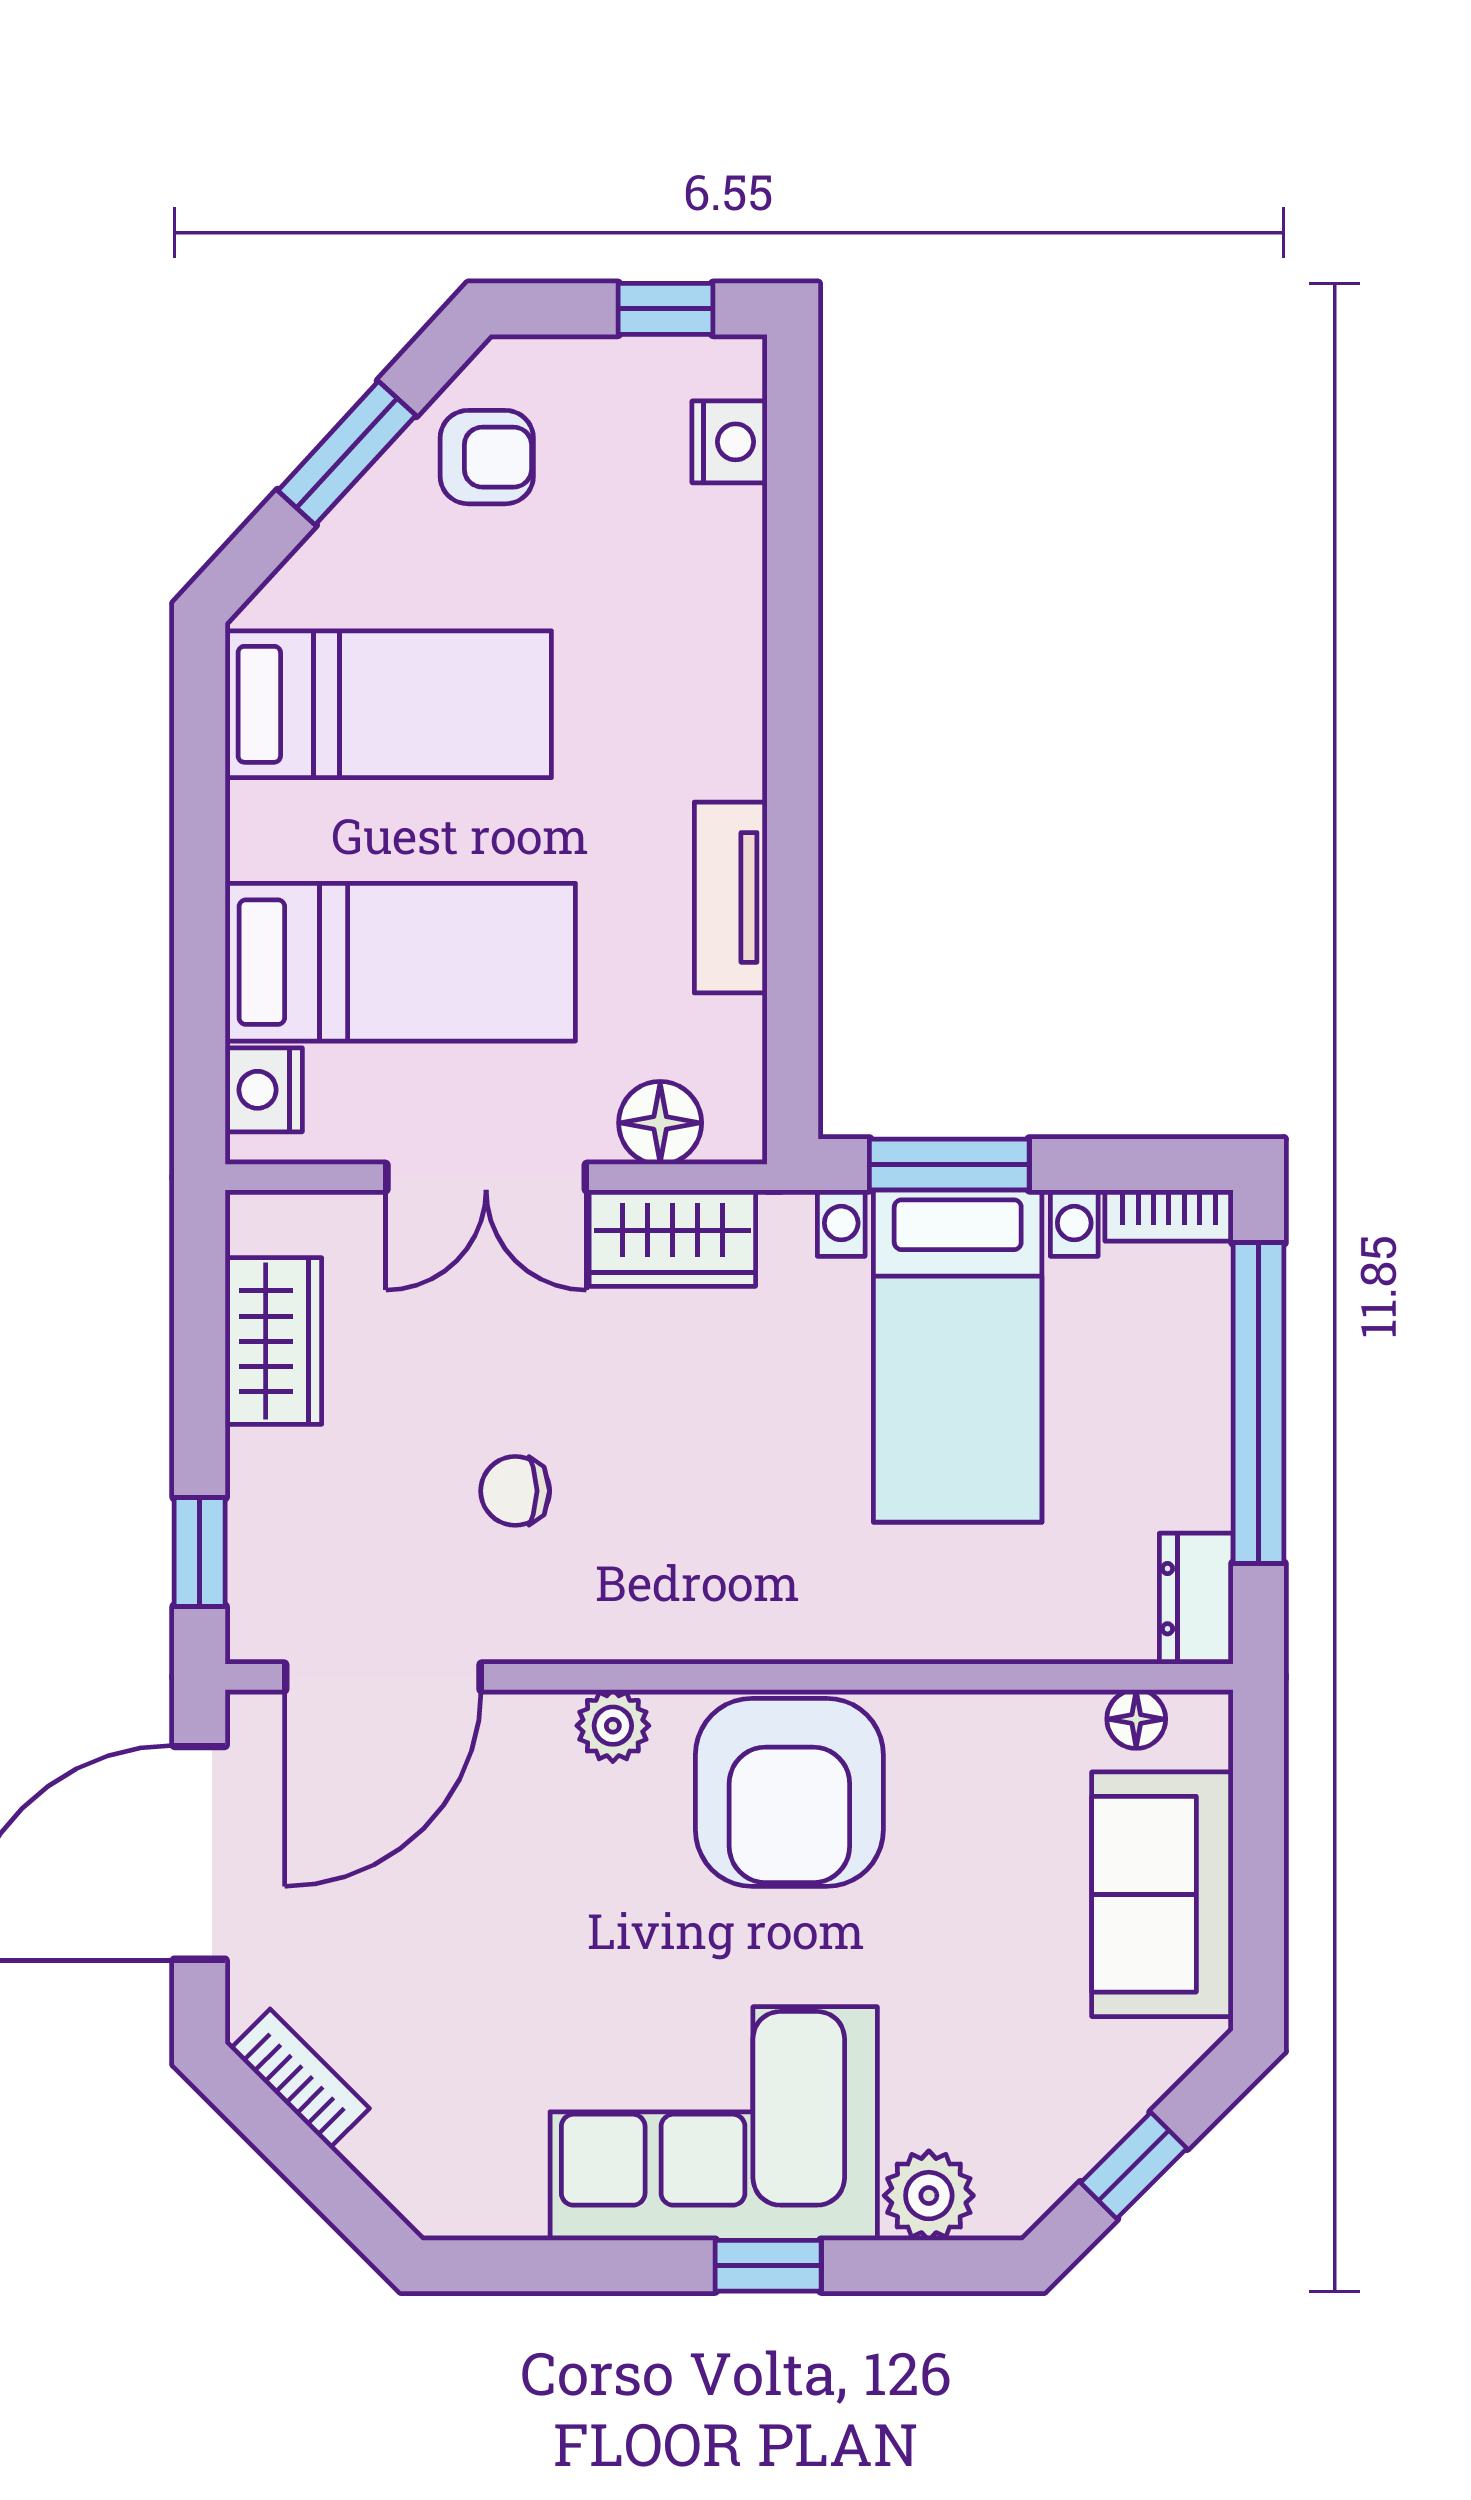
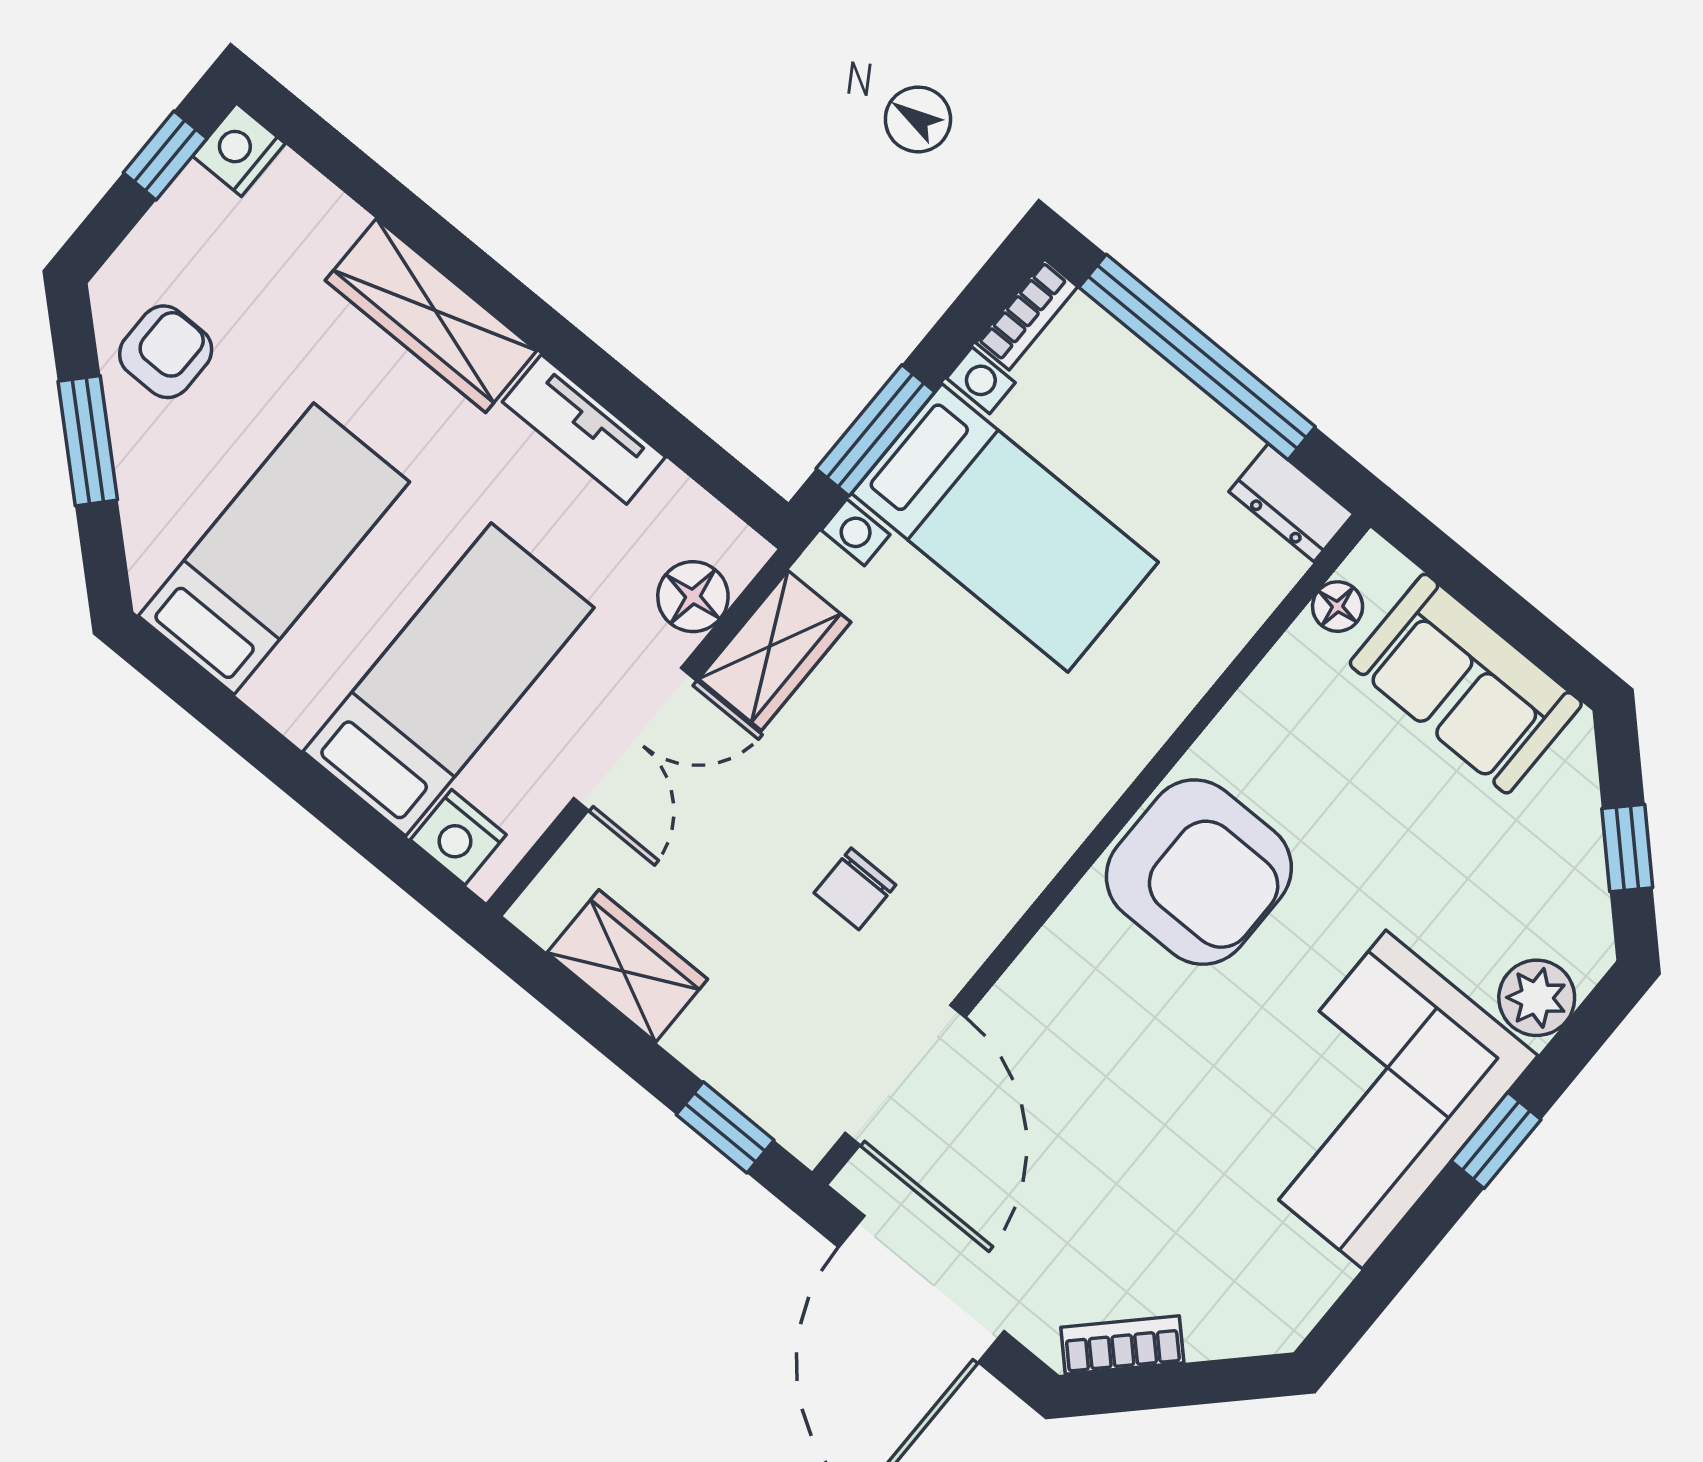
nightstand: (730, 442) -> (239, 150), moved, turned -90
wardrobe: (720, 672) -> (431, 316), added
plant: (613, 1726) -> (1061, 951), removed

